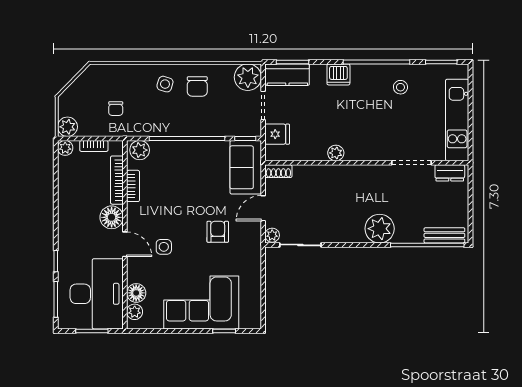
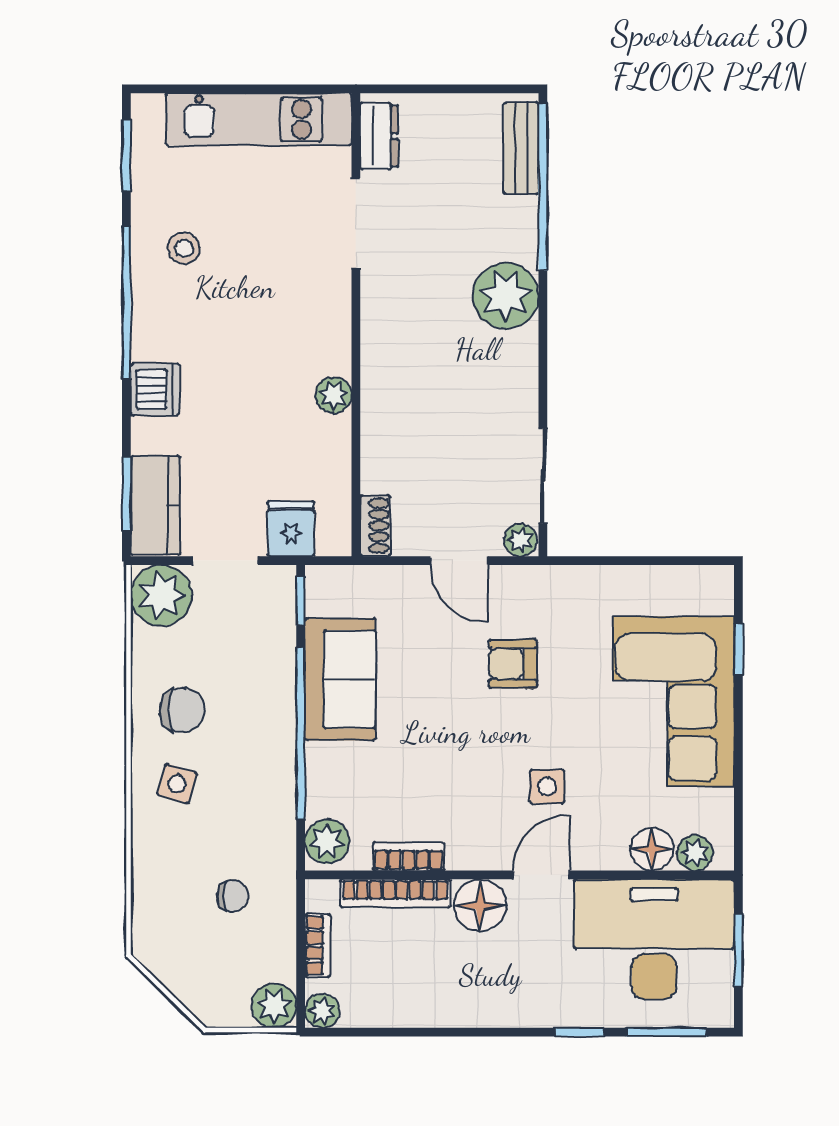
sofa: (246, 167) -> (340, 679), moved, turned -90

